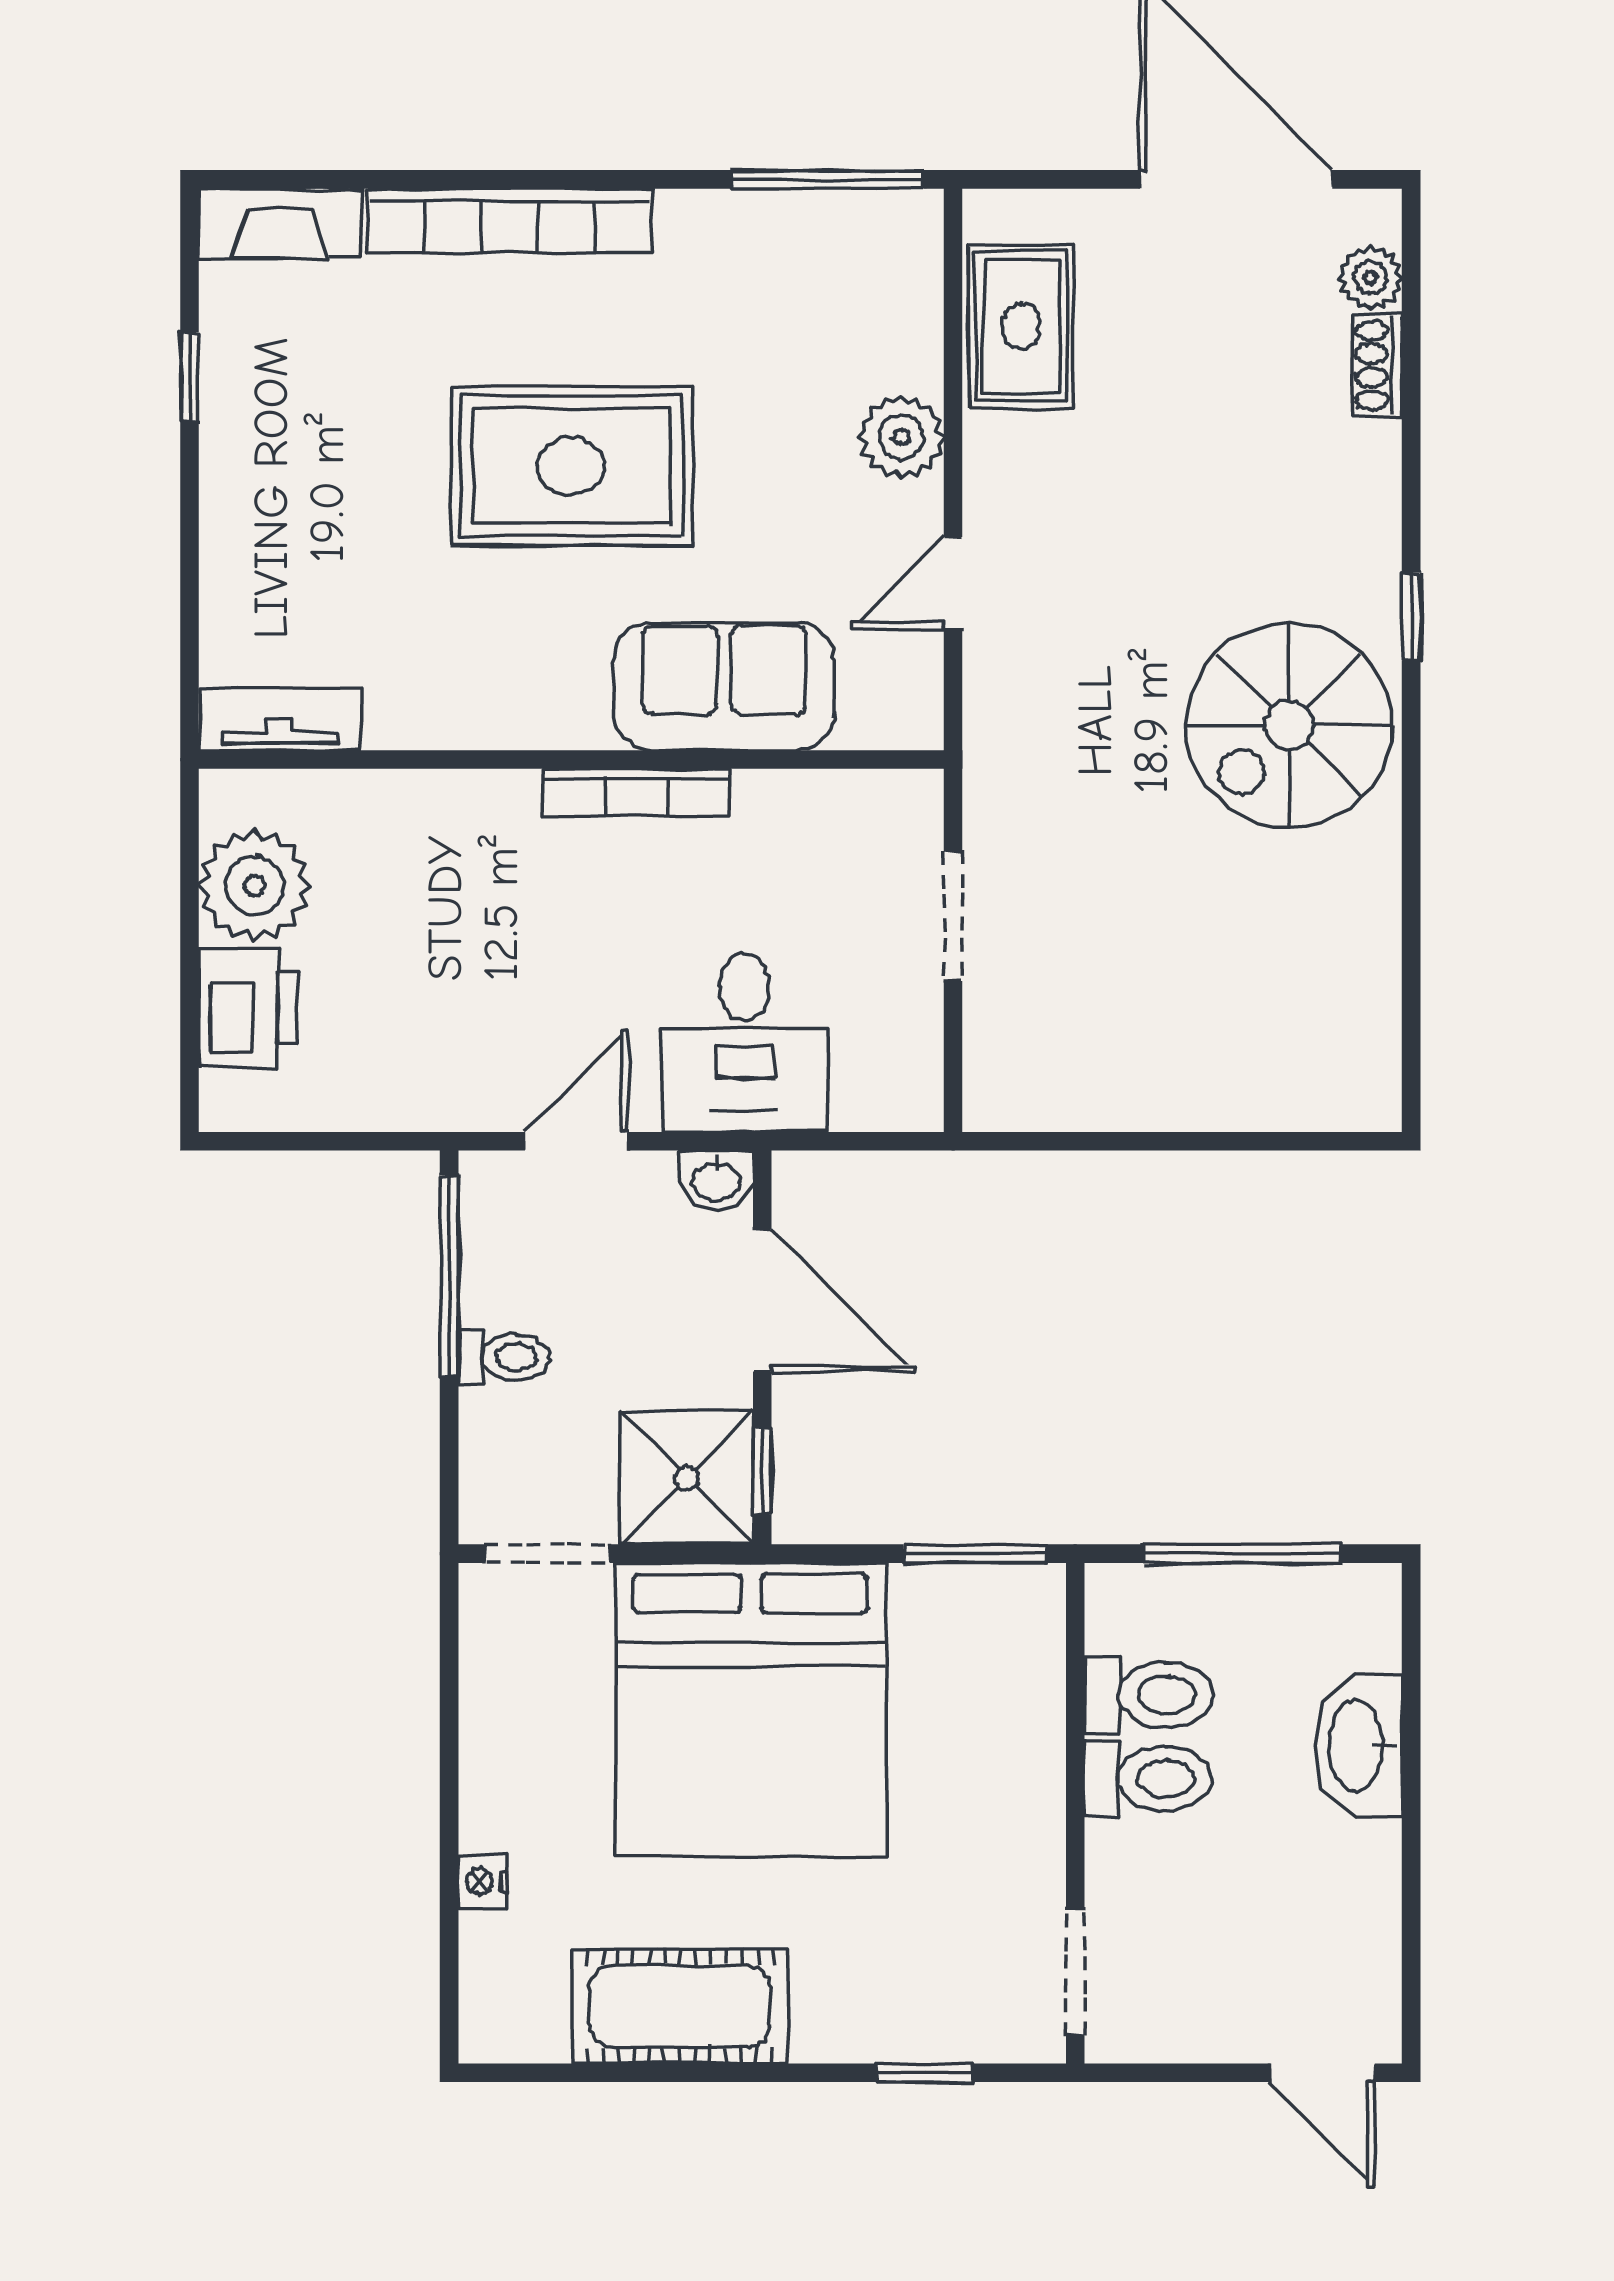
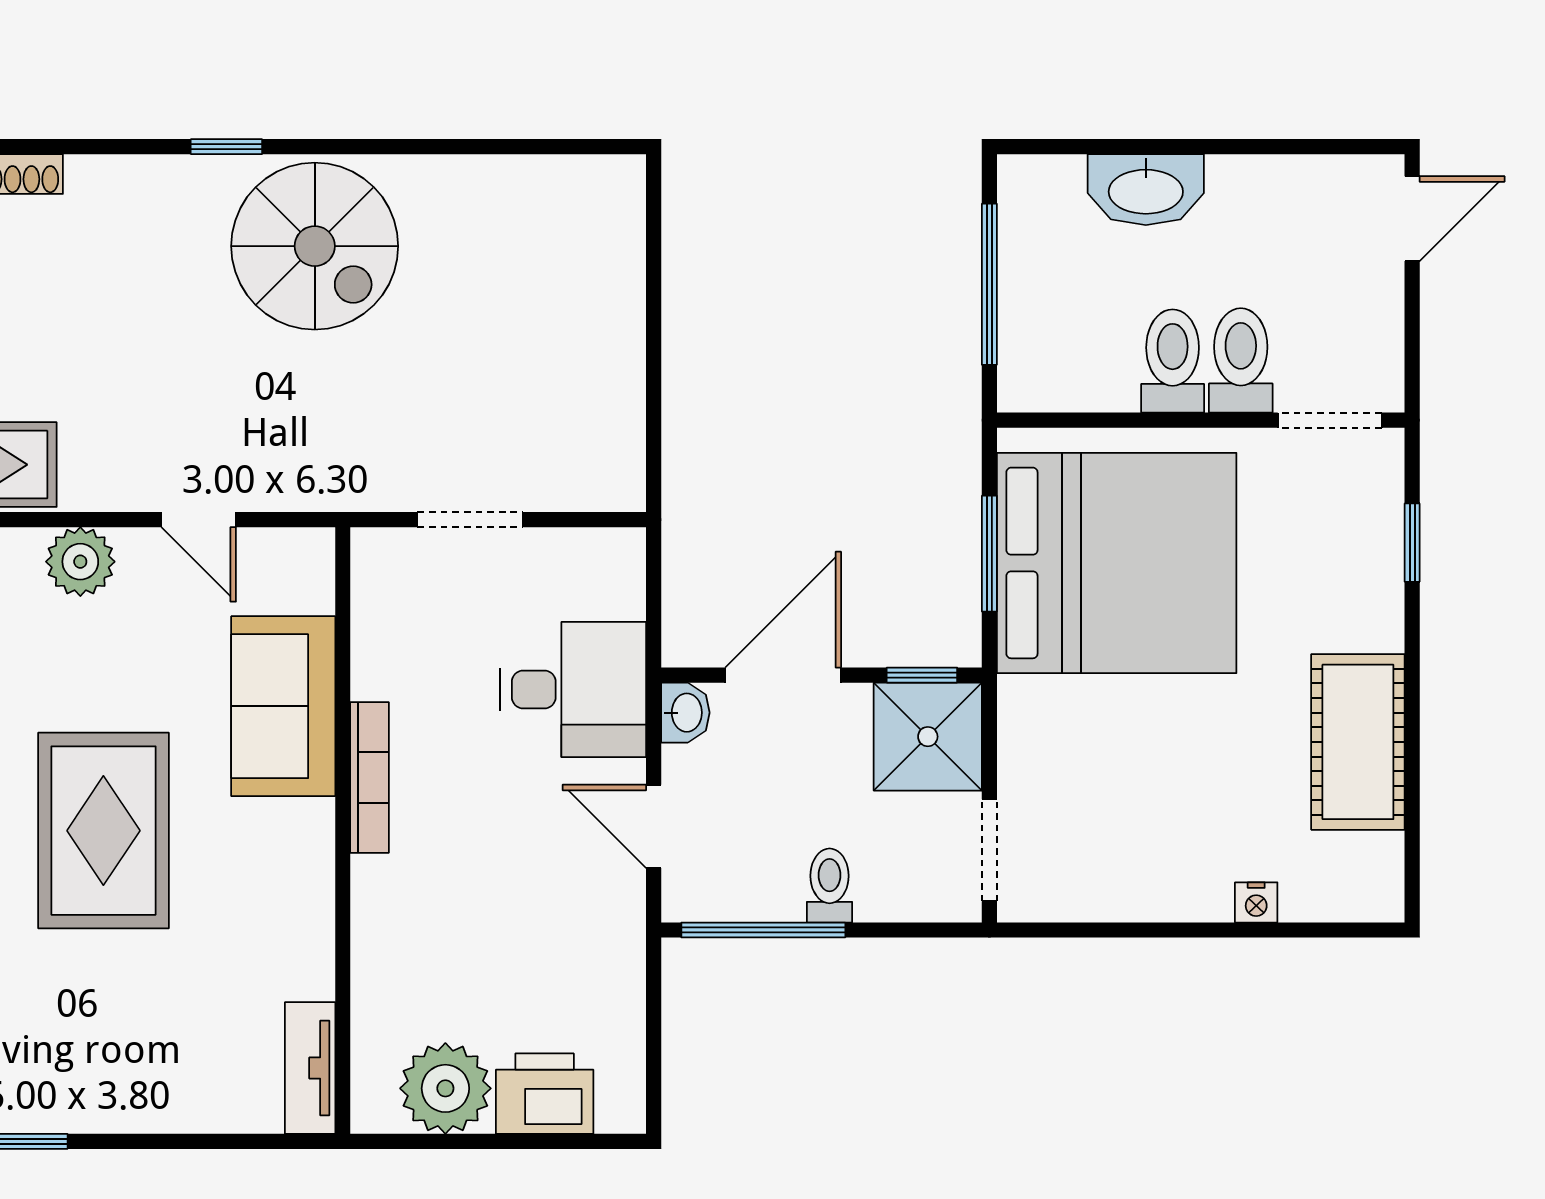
window: (975, 1554) -> (989, 554), moved
toilet: (1149, 1695) -> (1241, 360), moved
bed: (751, 1710) -> (1117, 563), moved

